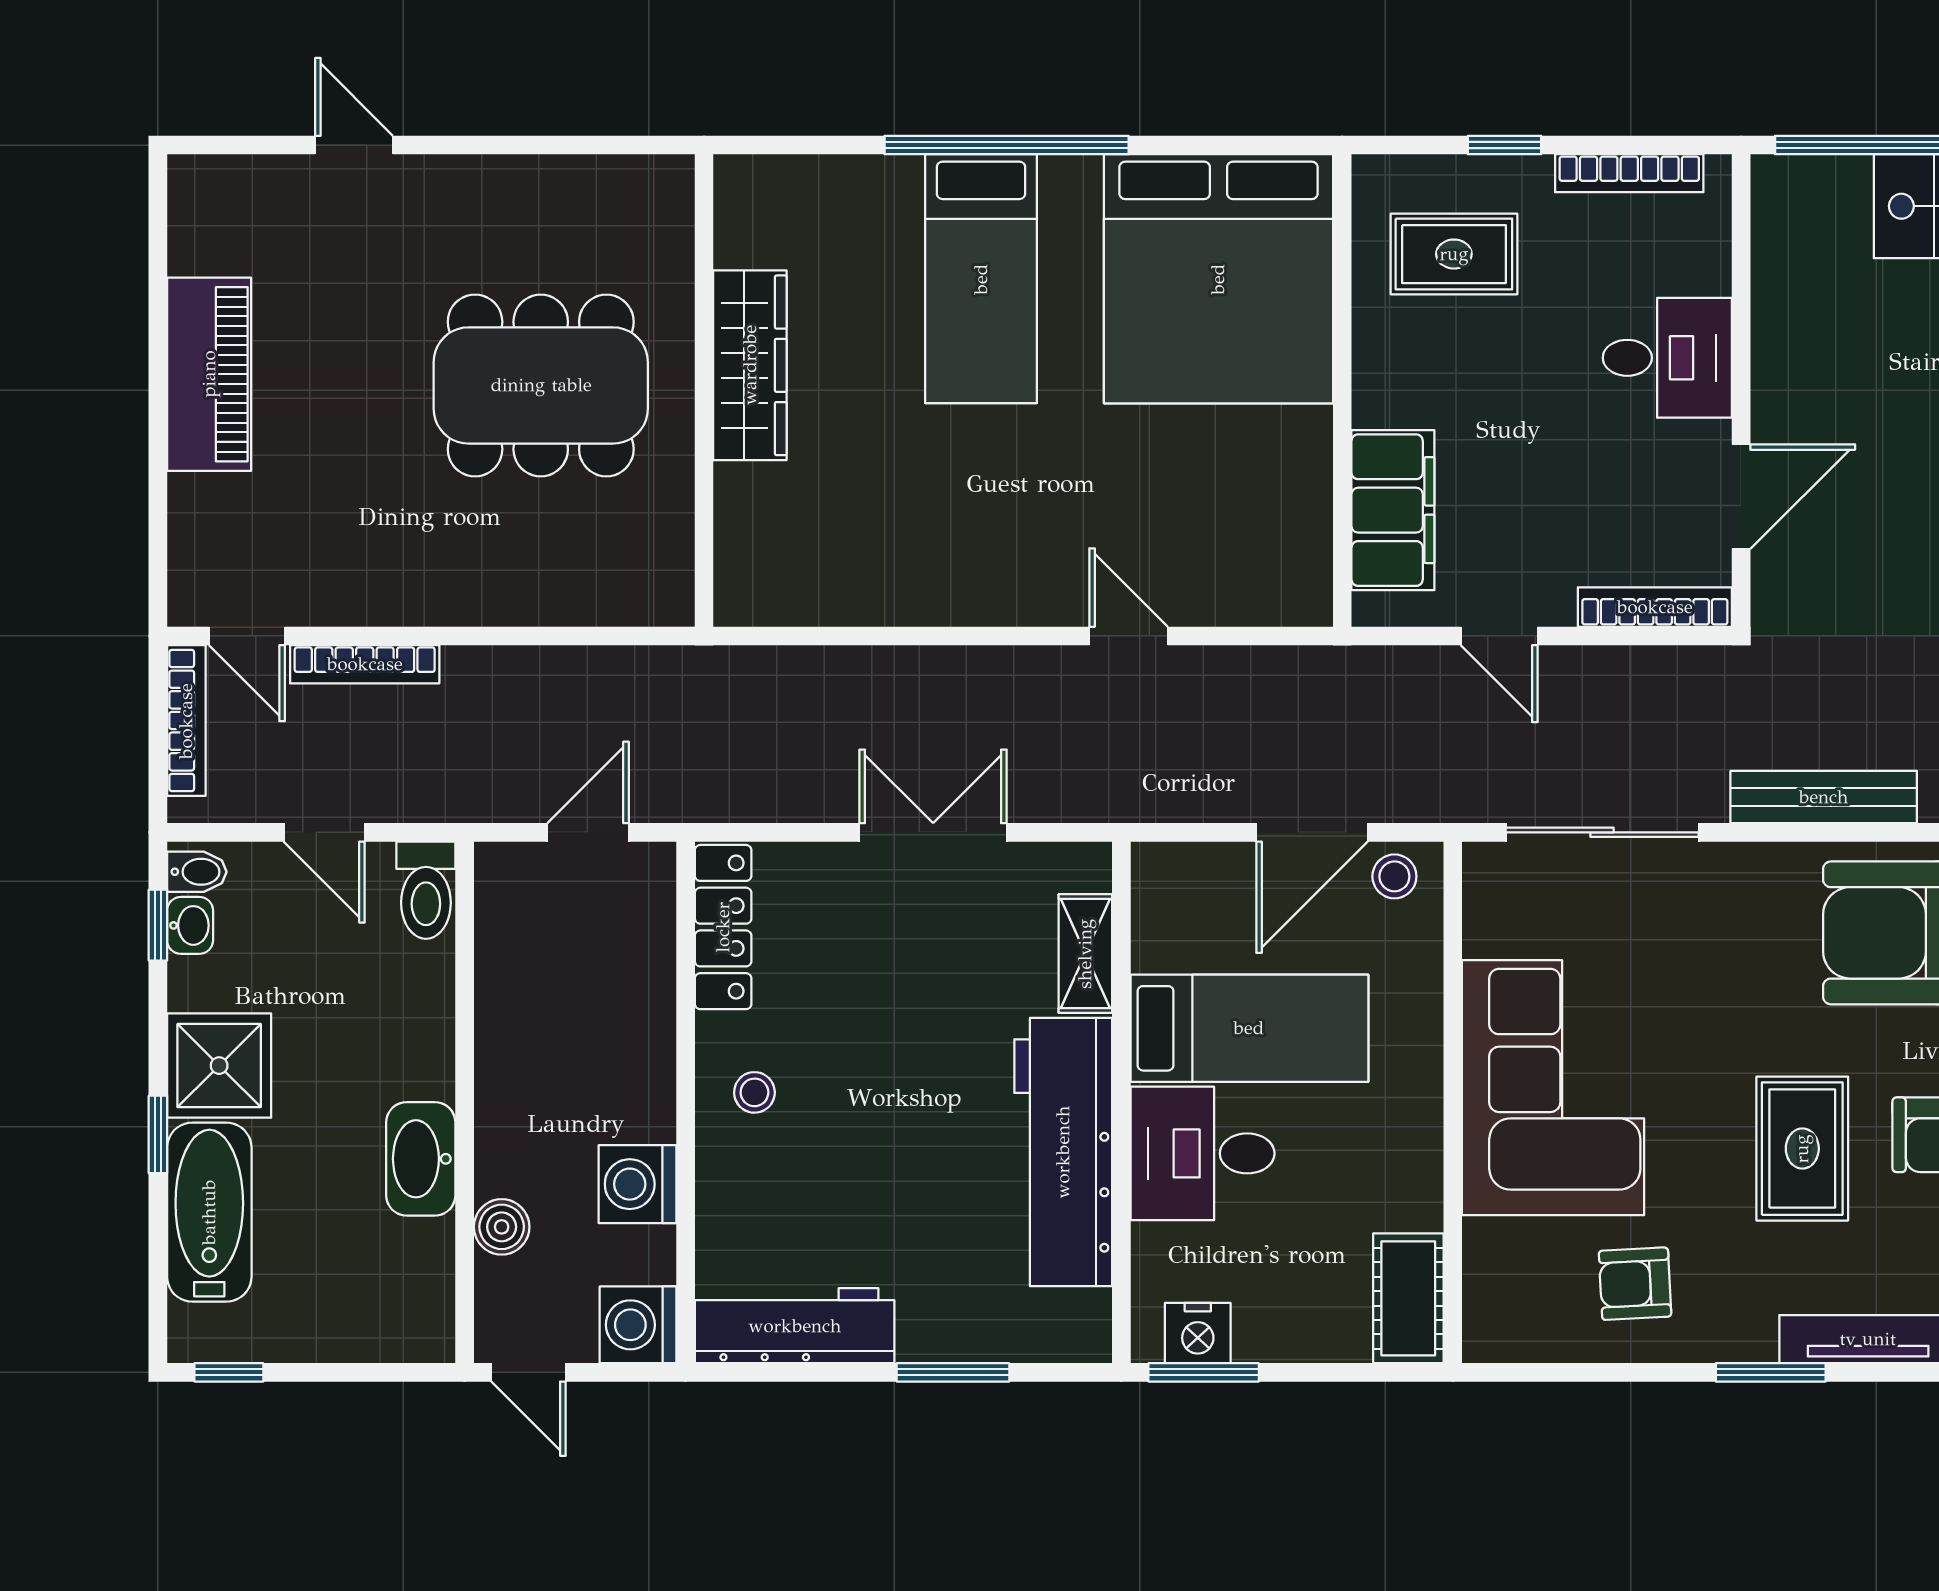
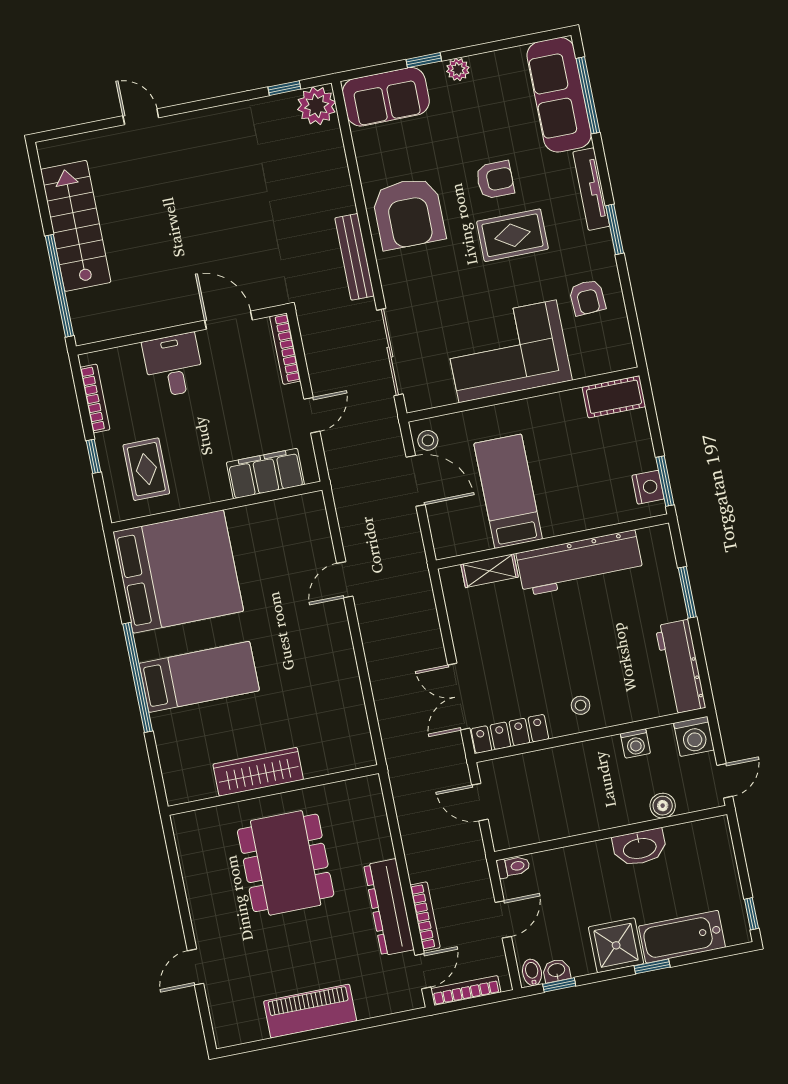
dresser: (400, 590) -> (389, 907), added
double door: (933, 832) -> (459, 697), moved
toilet: (426, 890) -> (513, 867), width x0.73, depth x0.72
desk: (1203, 1153) -> (568, 501), removed
washing machine: (637, 1184) -> (635, 743), width x0.73, depth x0.73

